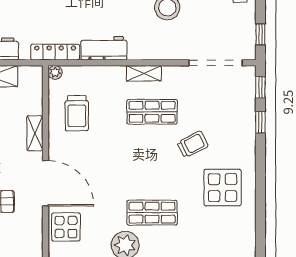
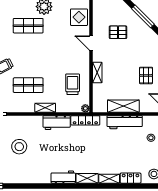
shelving: (144, 73) -> (45, 108), moved
door: (45, 183) -> (91, 43), width x0.53

